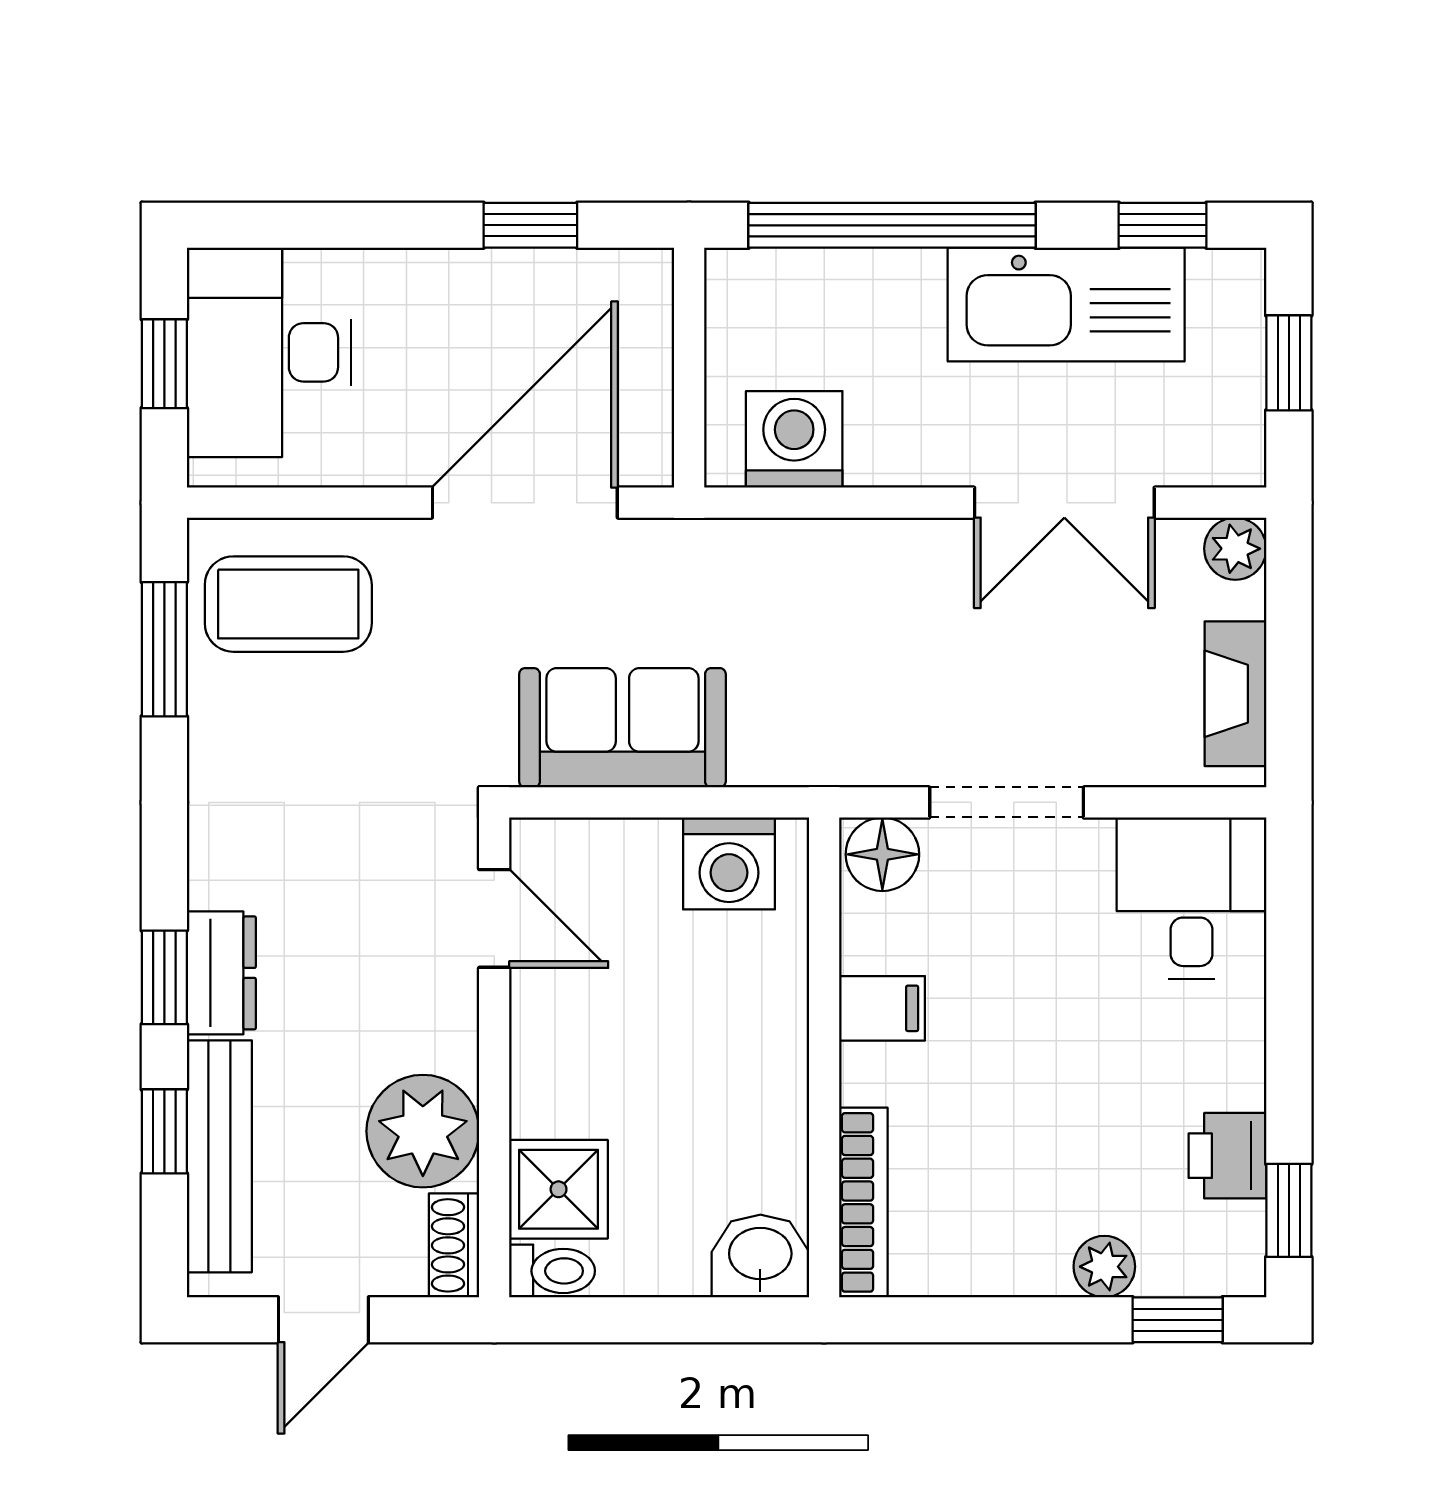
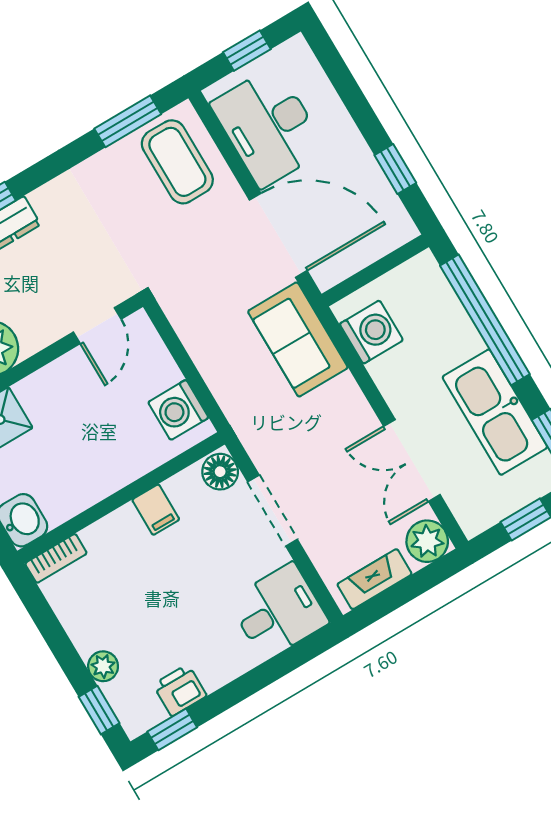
desk: (269, 352) -> (268, 127), moved, turned -90
plant: (1235, 549) -> (427, 541), width x1.38, depth x1.38
sofa: (622, 728) -> (298, 339), moved, turned 180
bookcase: (863, 1202) -> (56, 558), width x0.64

